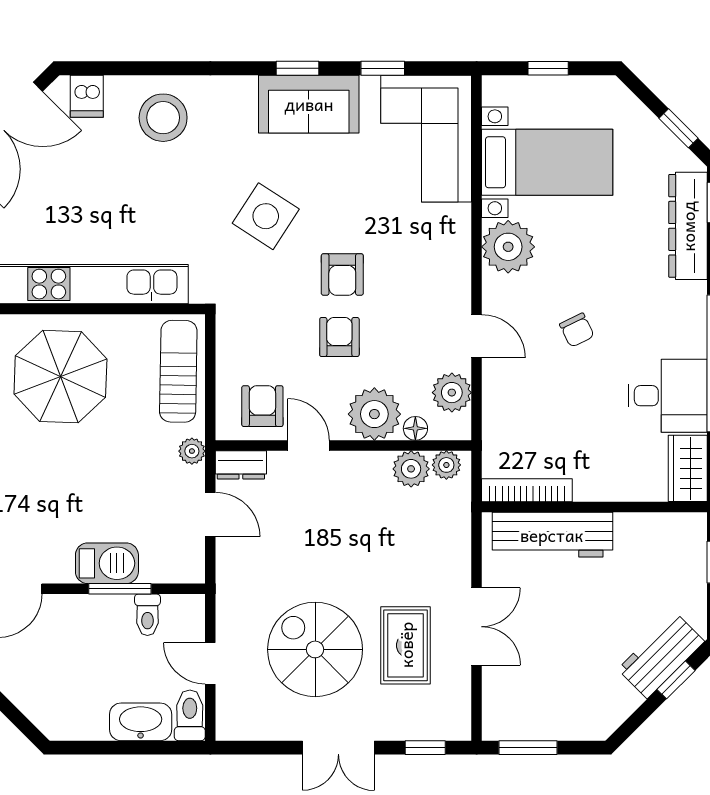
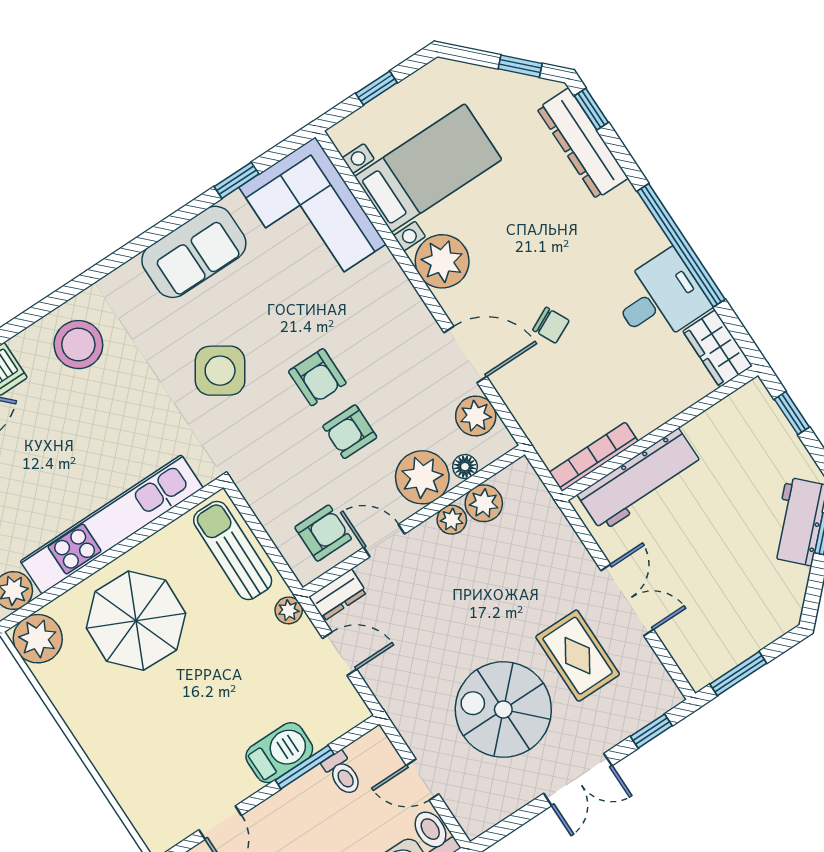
window: (297, 68) -> (164, 228), removed
chair: (577, 330) -> (551, 325), moved
door: (477, 336) -> (465, 355), width x1.38
armchair: (339, 337) -> (350, 432), turned -90
armchair: (262, 406) -> (323, 533), turned 90
plant: (446, 465) -> (452, 520), moved

